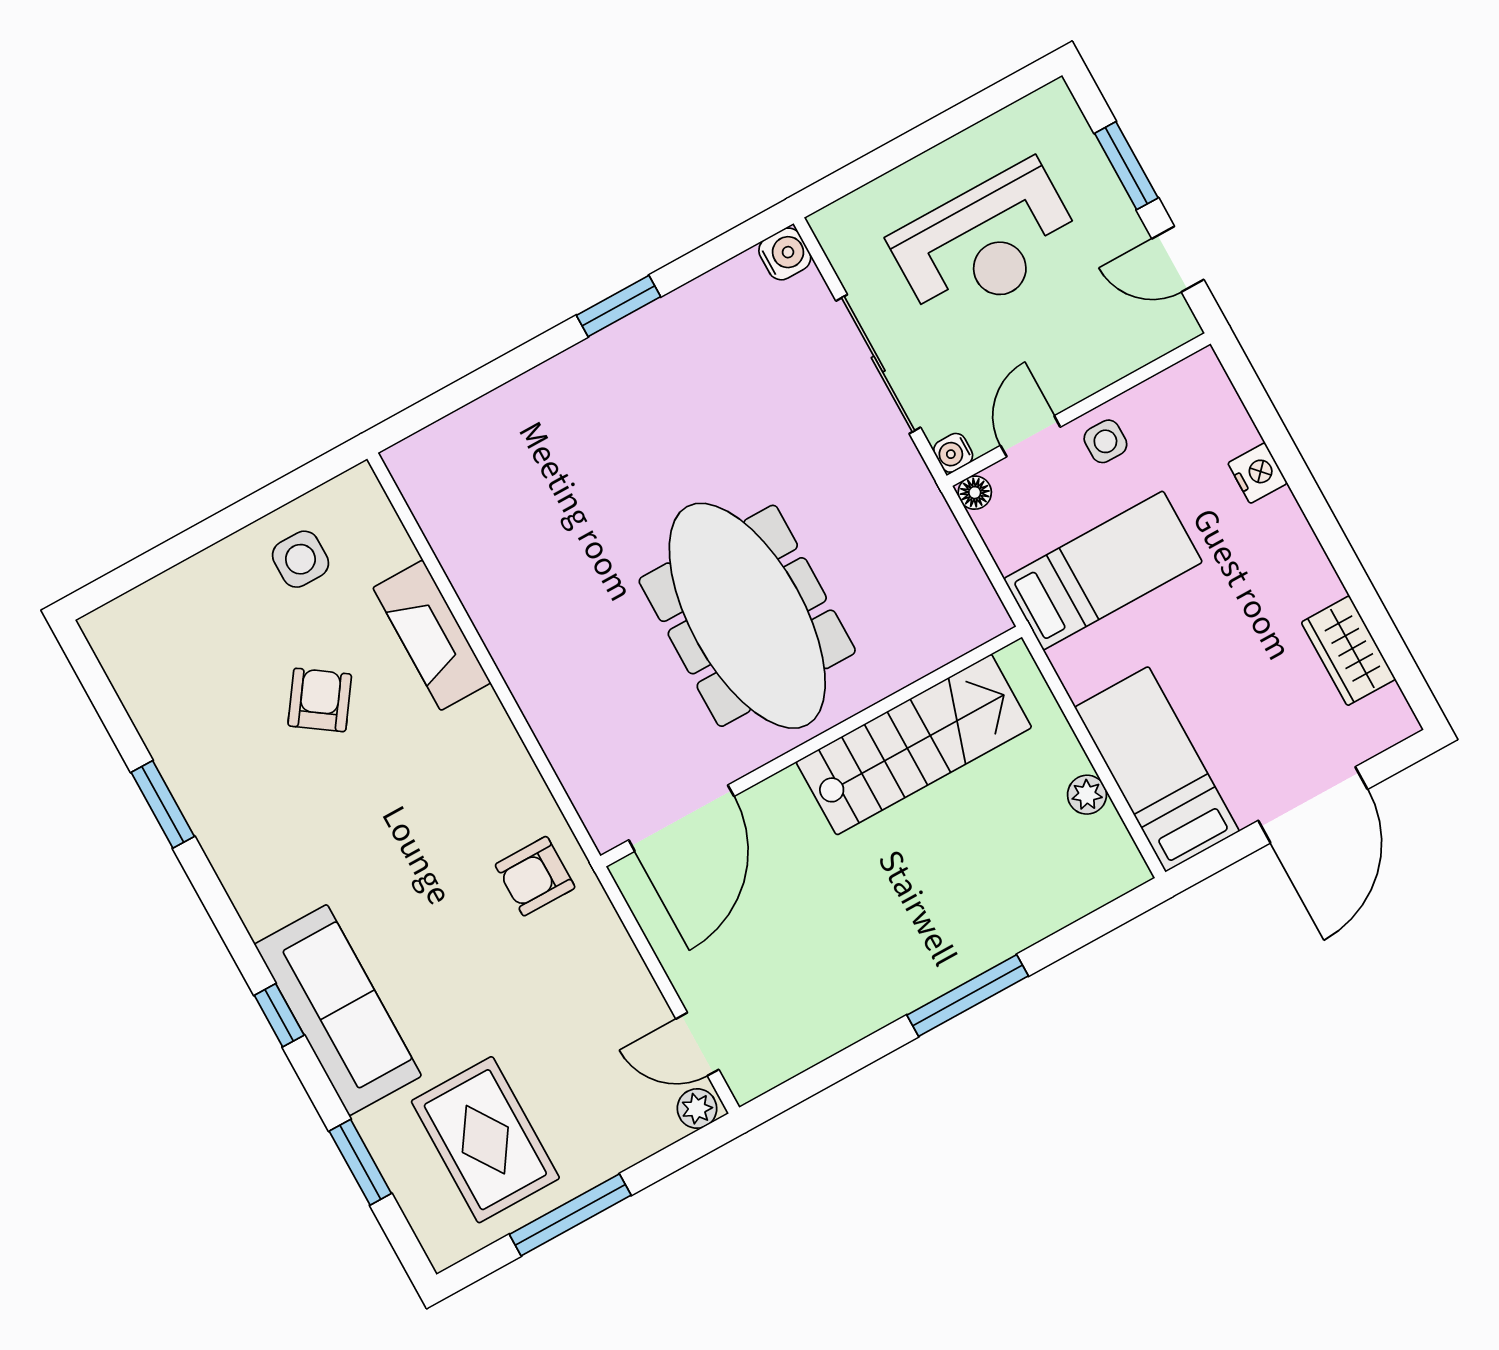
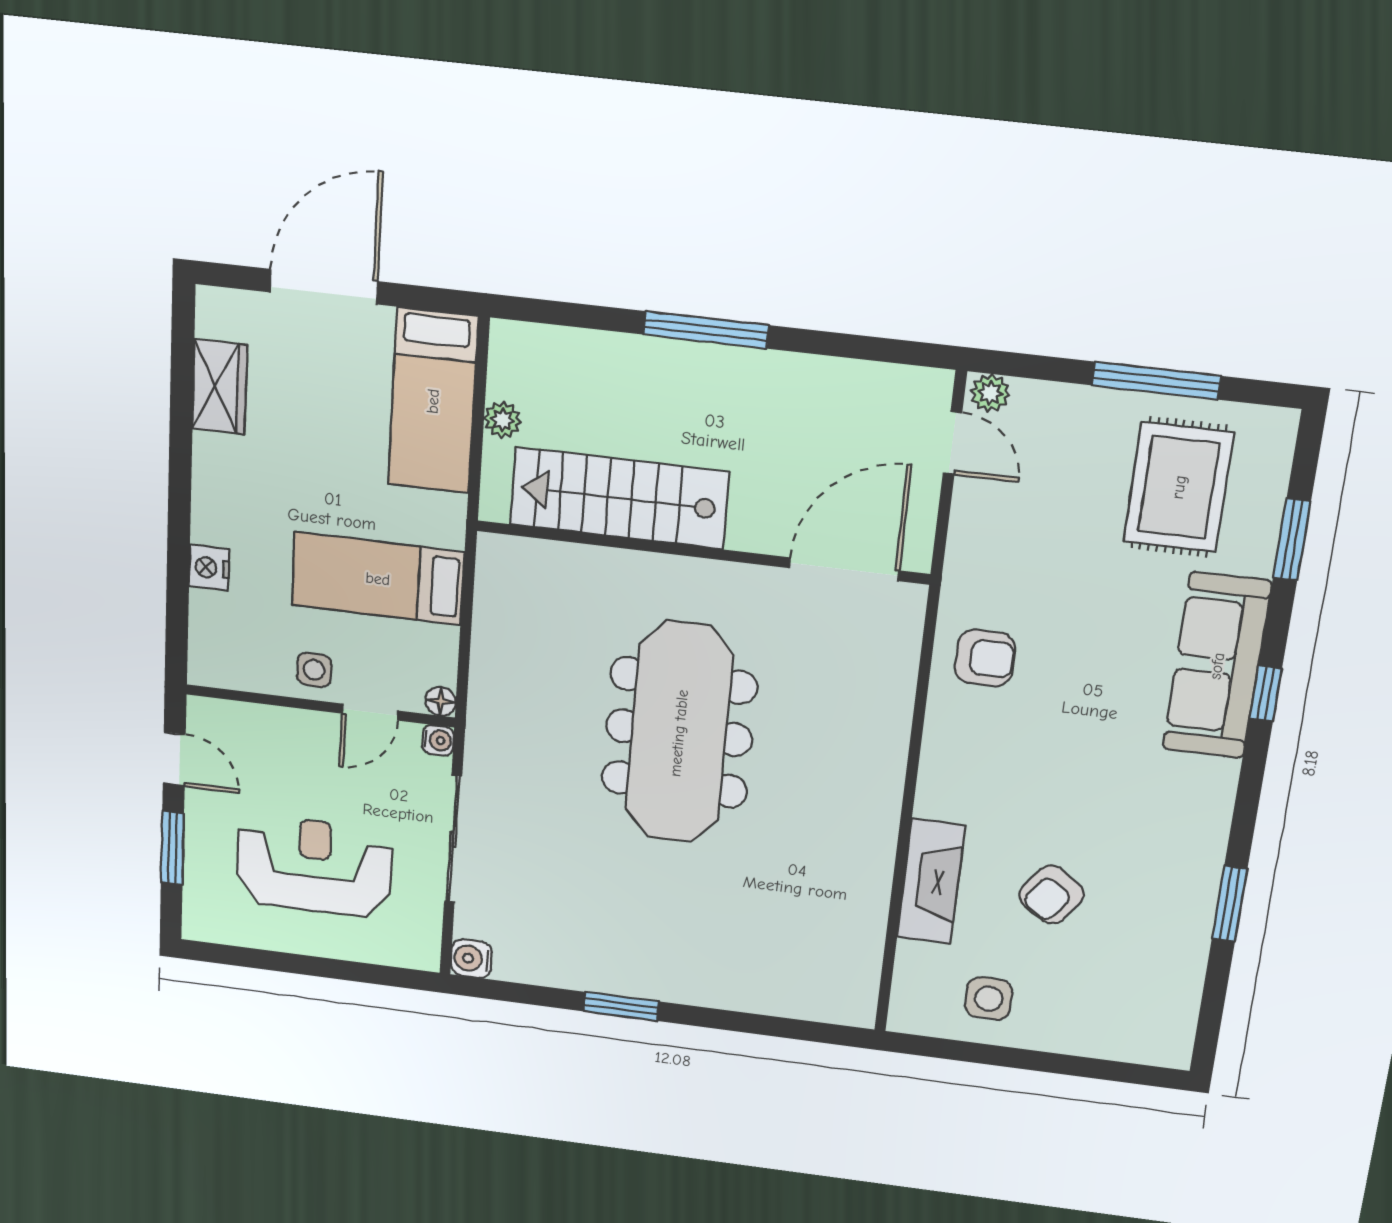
stairs: (914, 745) -> (619, 498), moved
wall: (811, 746) -> (702, 552), moved
door: (681, 818) -> (844, 569), moved

